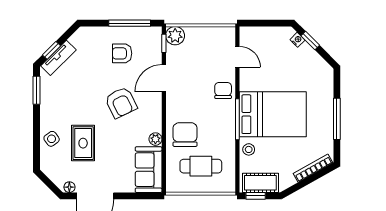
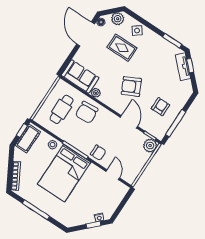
door: (237, 57) -> (113, 175), swing flipped
chair: (185, 135) -> (87, 112), turned 86
plant: (53, 170) -> (118, 19), added

